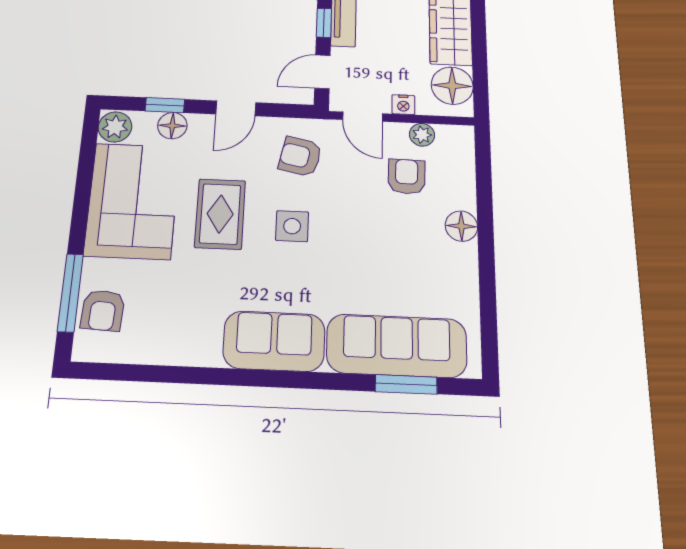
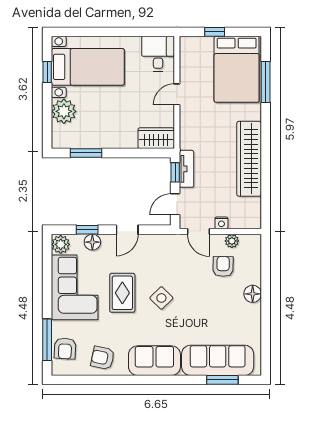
floor lamp: (452, 86) -> (249, 210), removed
armchair: (300, 157) -> (103, 358), moved
side table: (292, 226) -> (161, 298), turned 45

